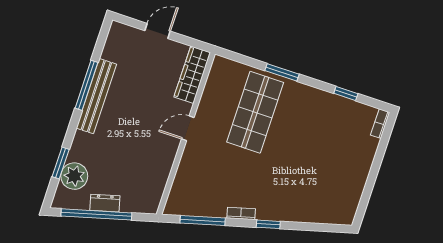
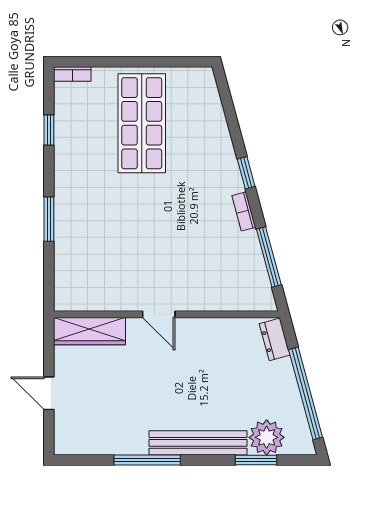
bench: (96, 96) -> (198, 443), moved
shop shelf: (255, 112) -> (142, 123), moved, turned 90
dresser: (105, 203) -> (275, 339), moved

